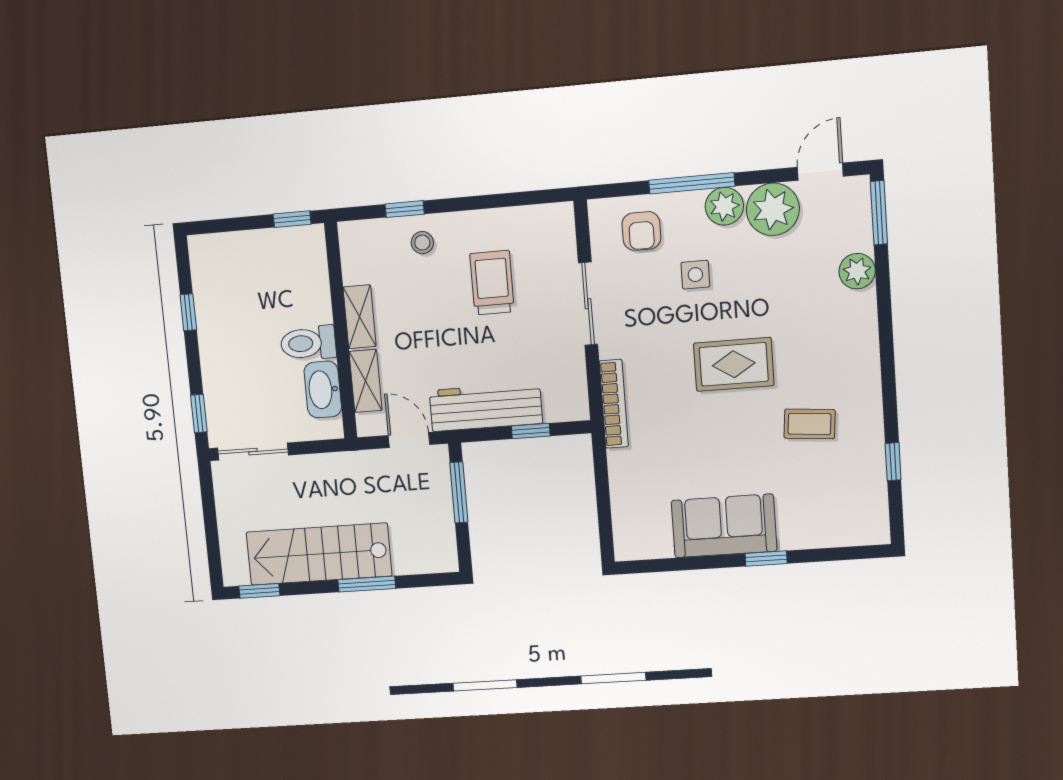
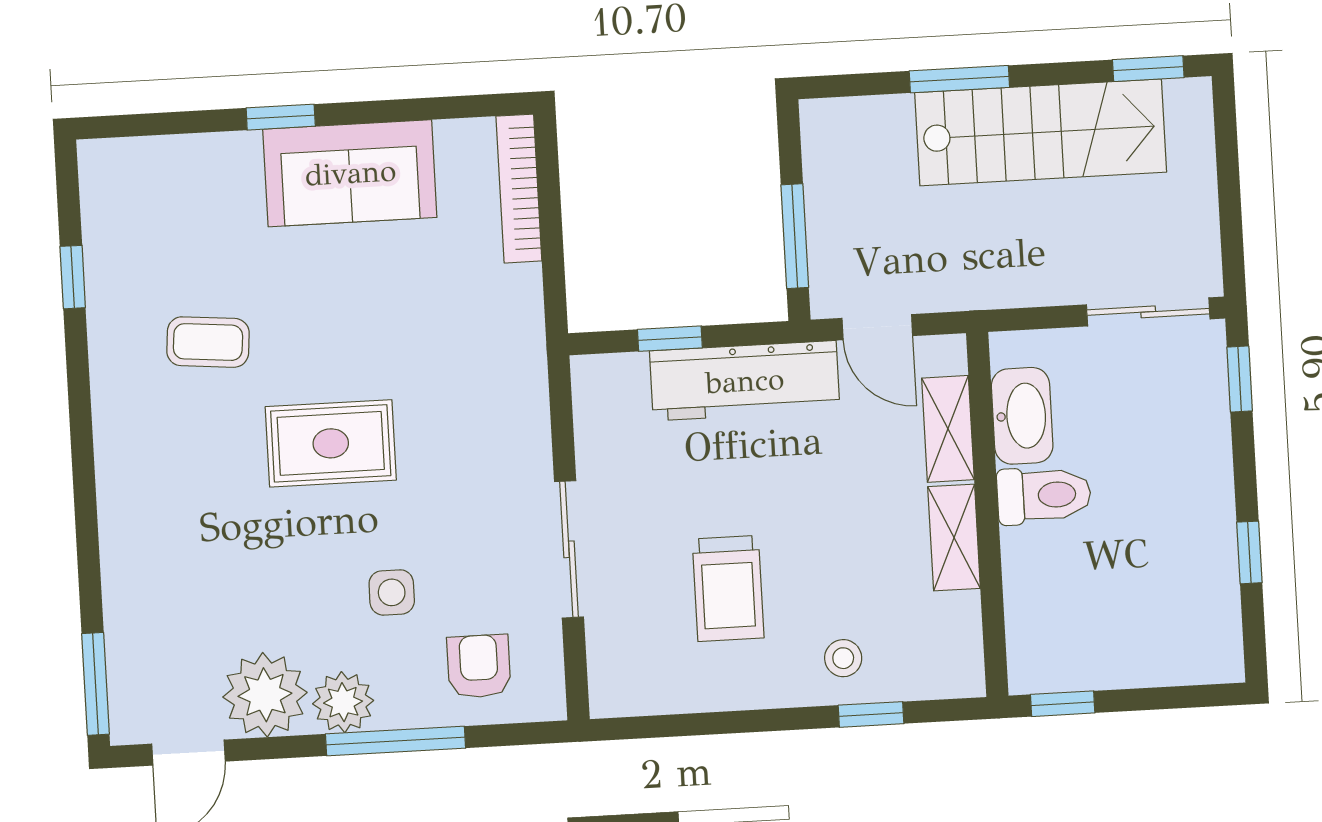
plant: (857, 271) -> (130, 591), removed
bookcase: (614, 404) -> (519, 189), moved

